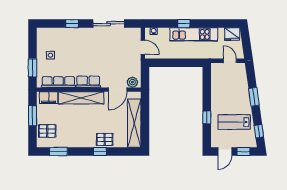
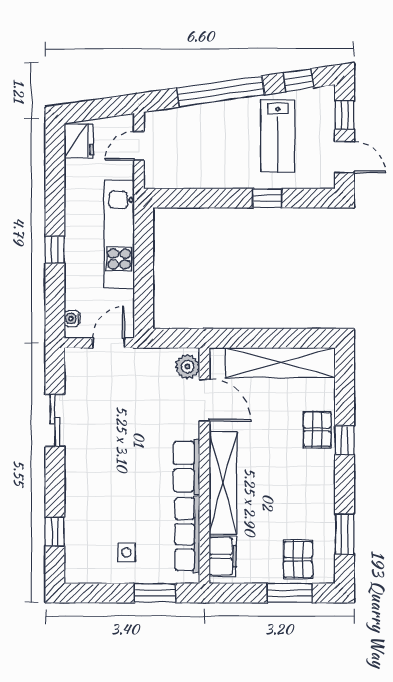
window: (72, 24) -> (55, 532), moved
sliding door: (109, 24) -> (55, 421), width x0.73
kitchen unit: (194, 34) -> (119, 234), moved, turned 180
window: (254, 97) -> (221, 91), width x2.11
window: (32, 116) -> (290, 593), moved

